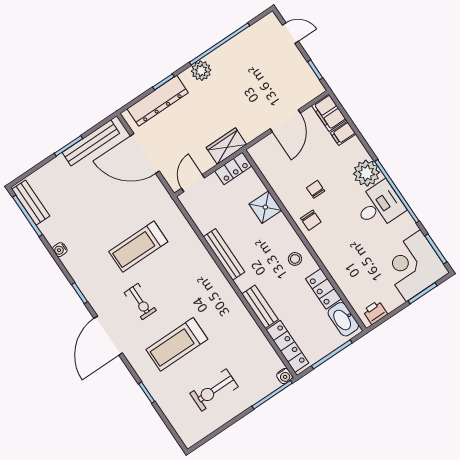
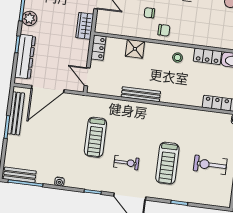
wardrobe: (226, 146) -> (85, 26), moved
bench: (260, 307) -> (187, 100), removed
exercise bike: (214, 390) -> (210, 165), turned 90

